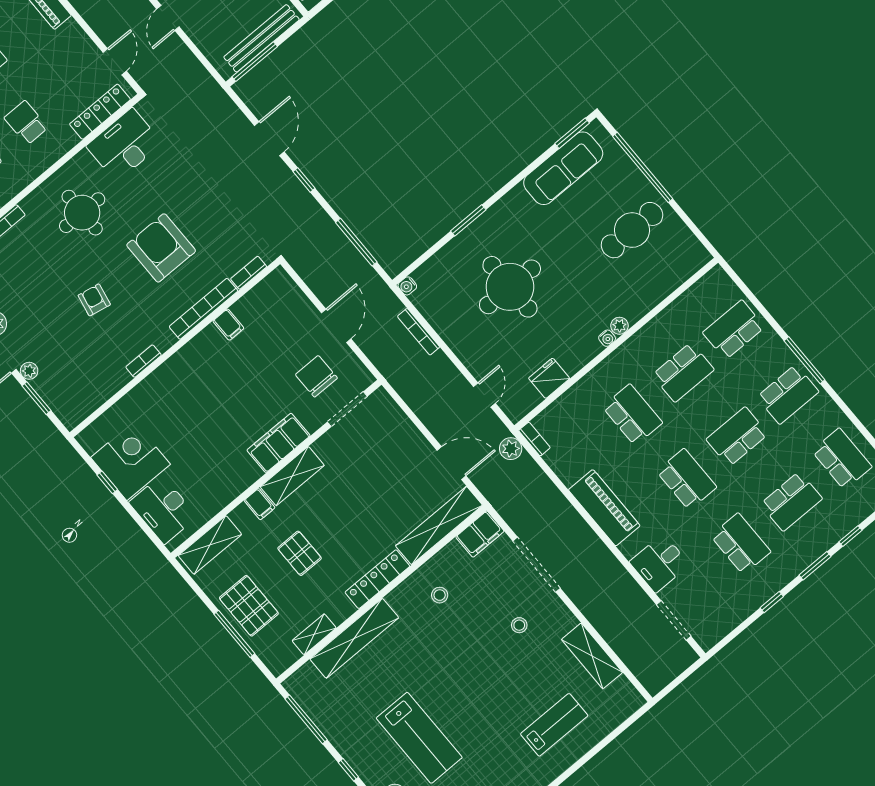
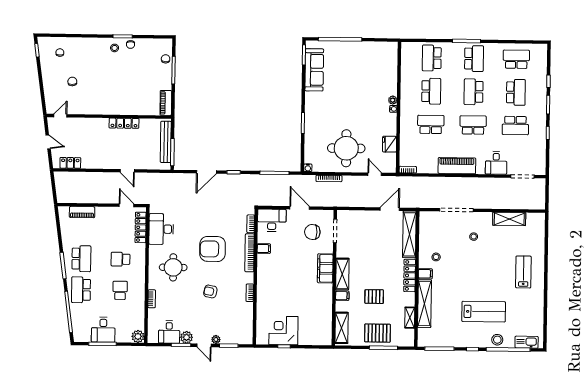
door: (269, 139) -> (206, 172), swing flipped
cafe table: (632, 230) -> (360, 64), removed
round table: (510, 287) -> (346, 148), moved
plant: (511, 449) -> (404, 182), removed
desk: (163, 510) -> (272, 220), moved, turned 180
filing cabinet: (480, 534) -> (425, 274), moved, width x0.50
school desk: (741, 544) -> (515, 126), turned 180
lab bench: (554, 725) -> (523, 272), moved

